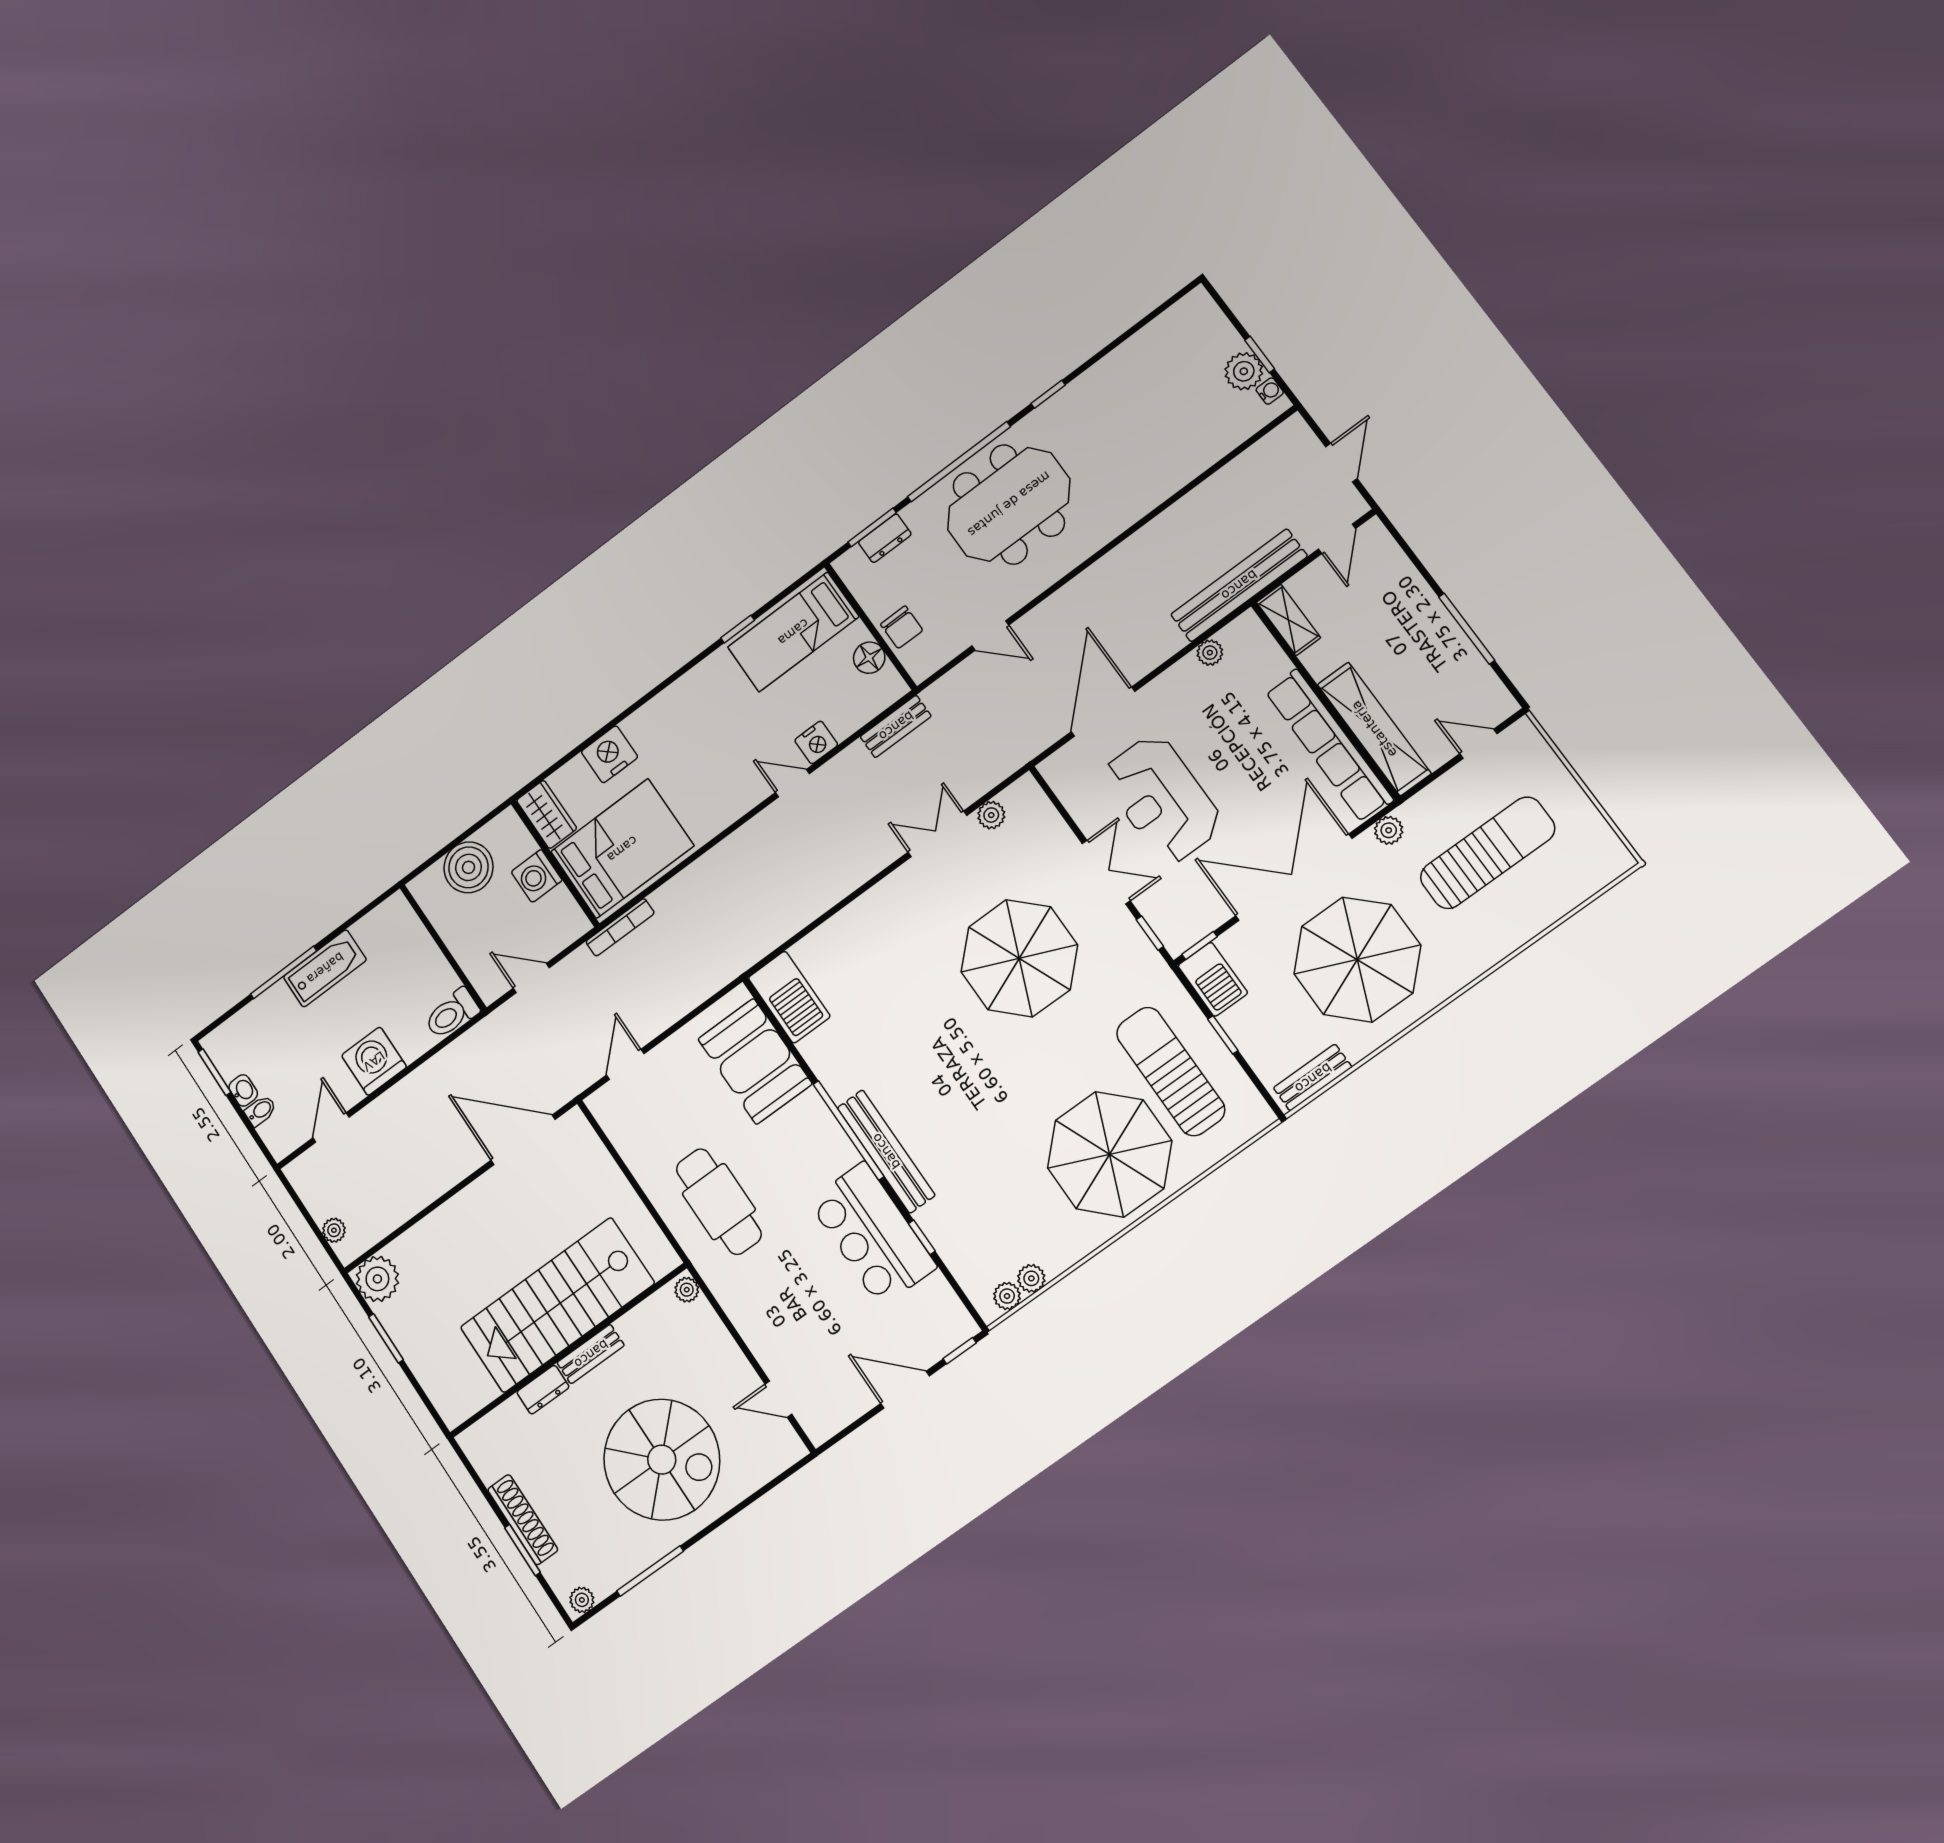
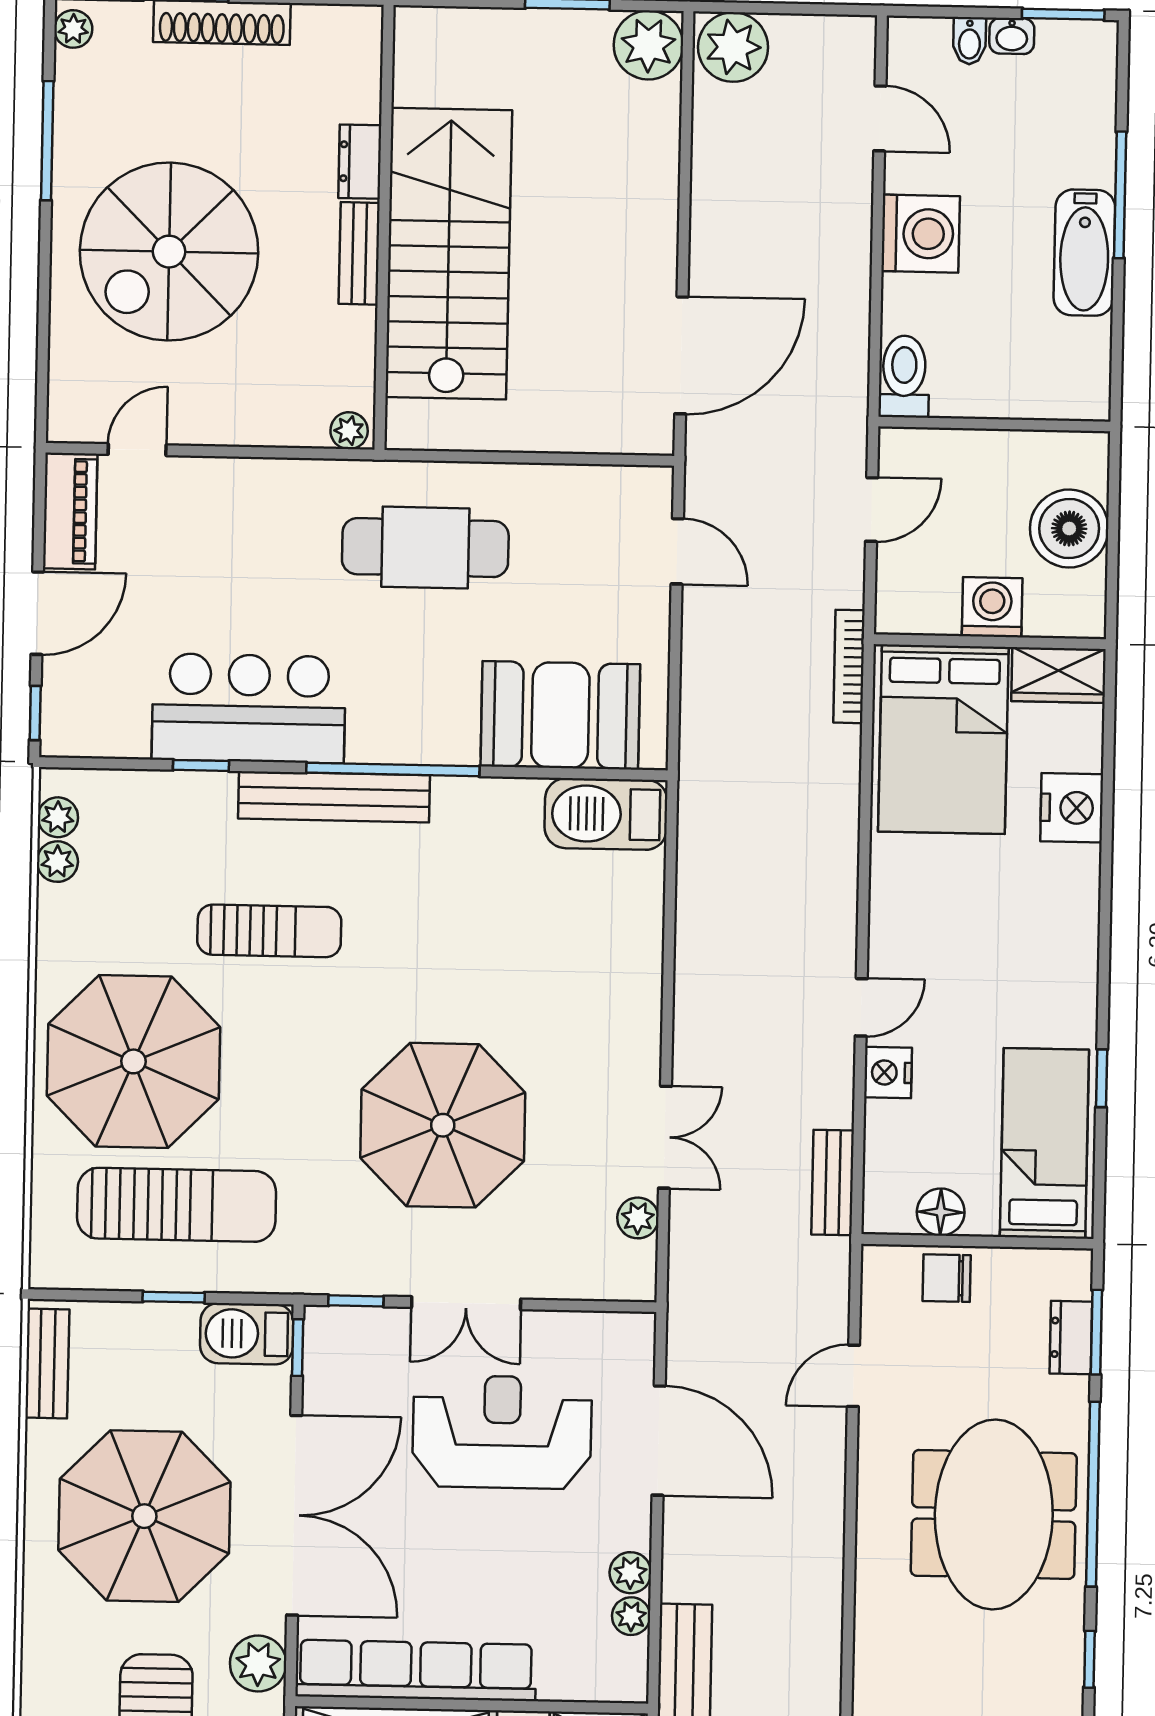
plant: (1186, 671) -> (630, 1573), added
plant: (1389, 830) -> (258, 1664), width x1.38, depth x1.38
sun lounger: (984, 1133) -> (269, 931), added
plant: (334, 1230) -> (733, 47), width x1.87, depth x1.87
piano: (837, 1412) -> (70, 511), added

